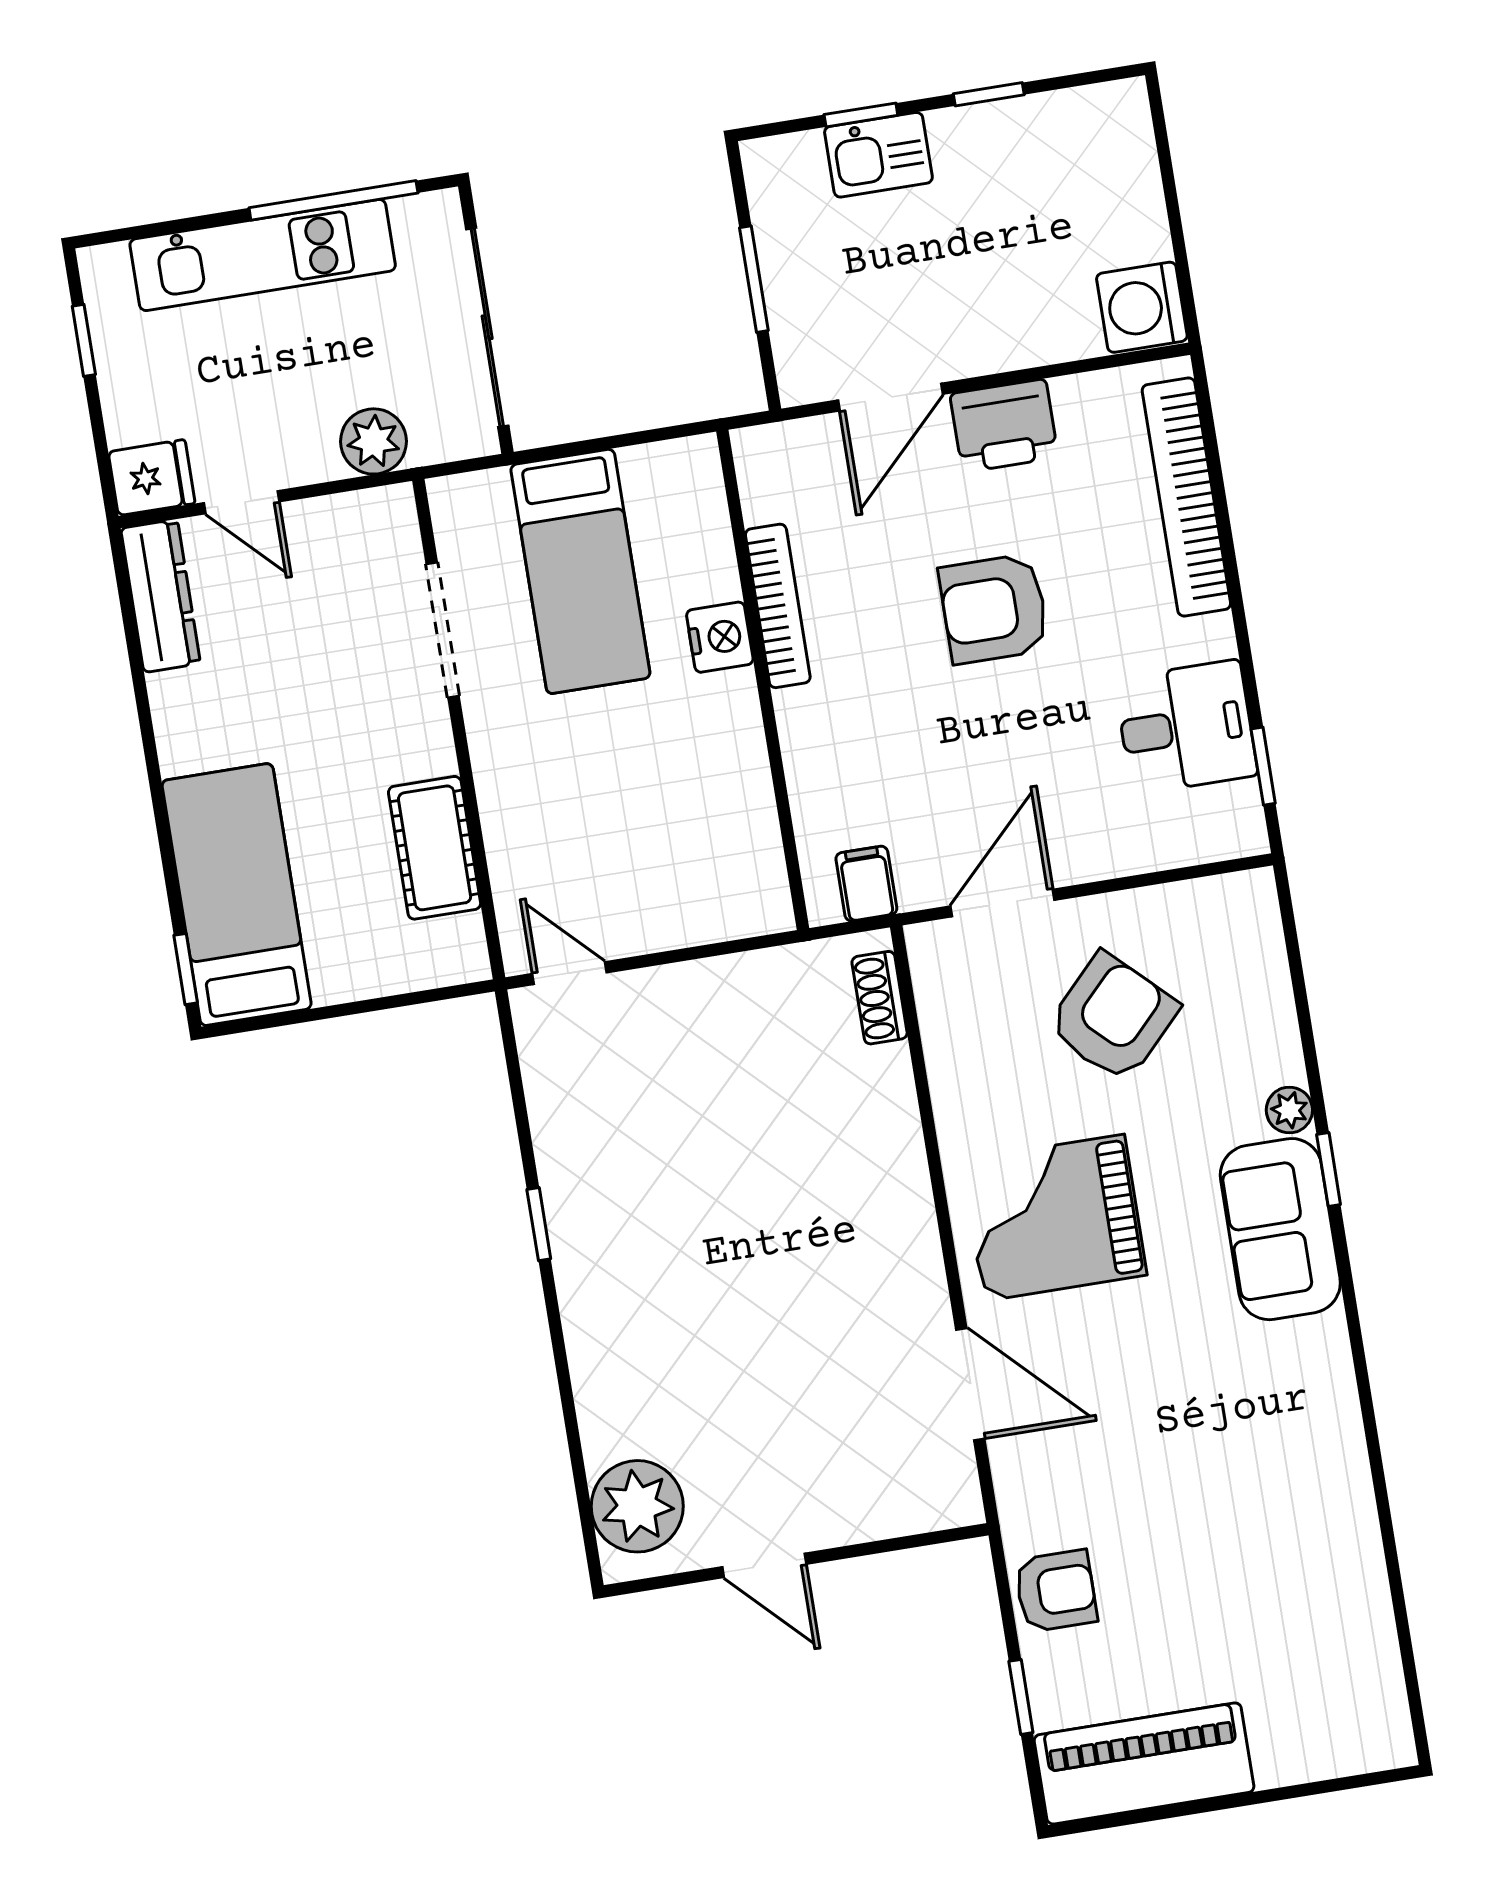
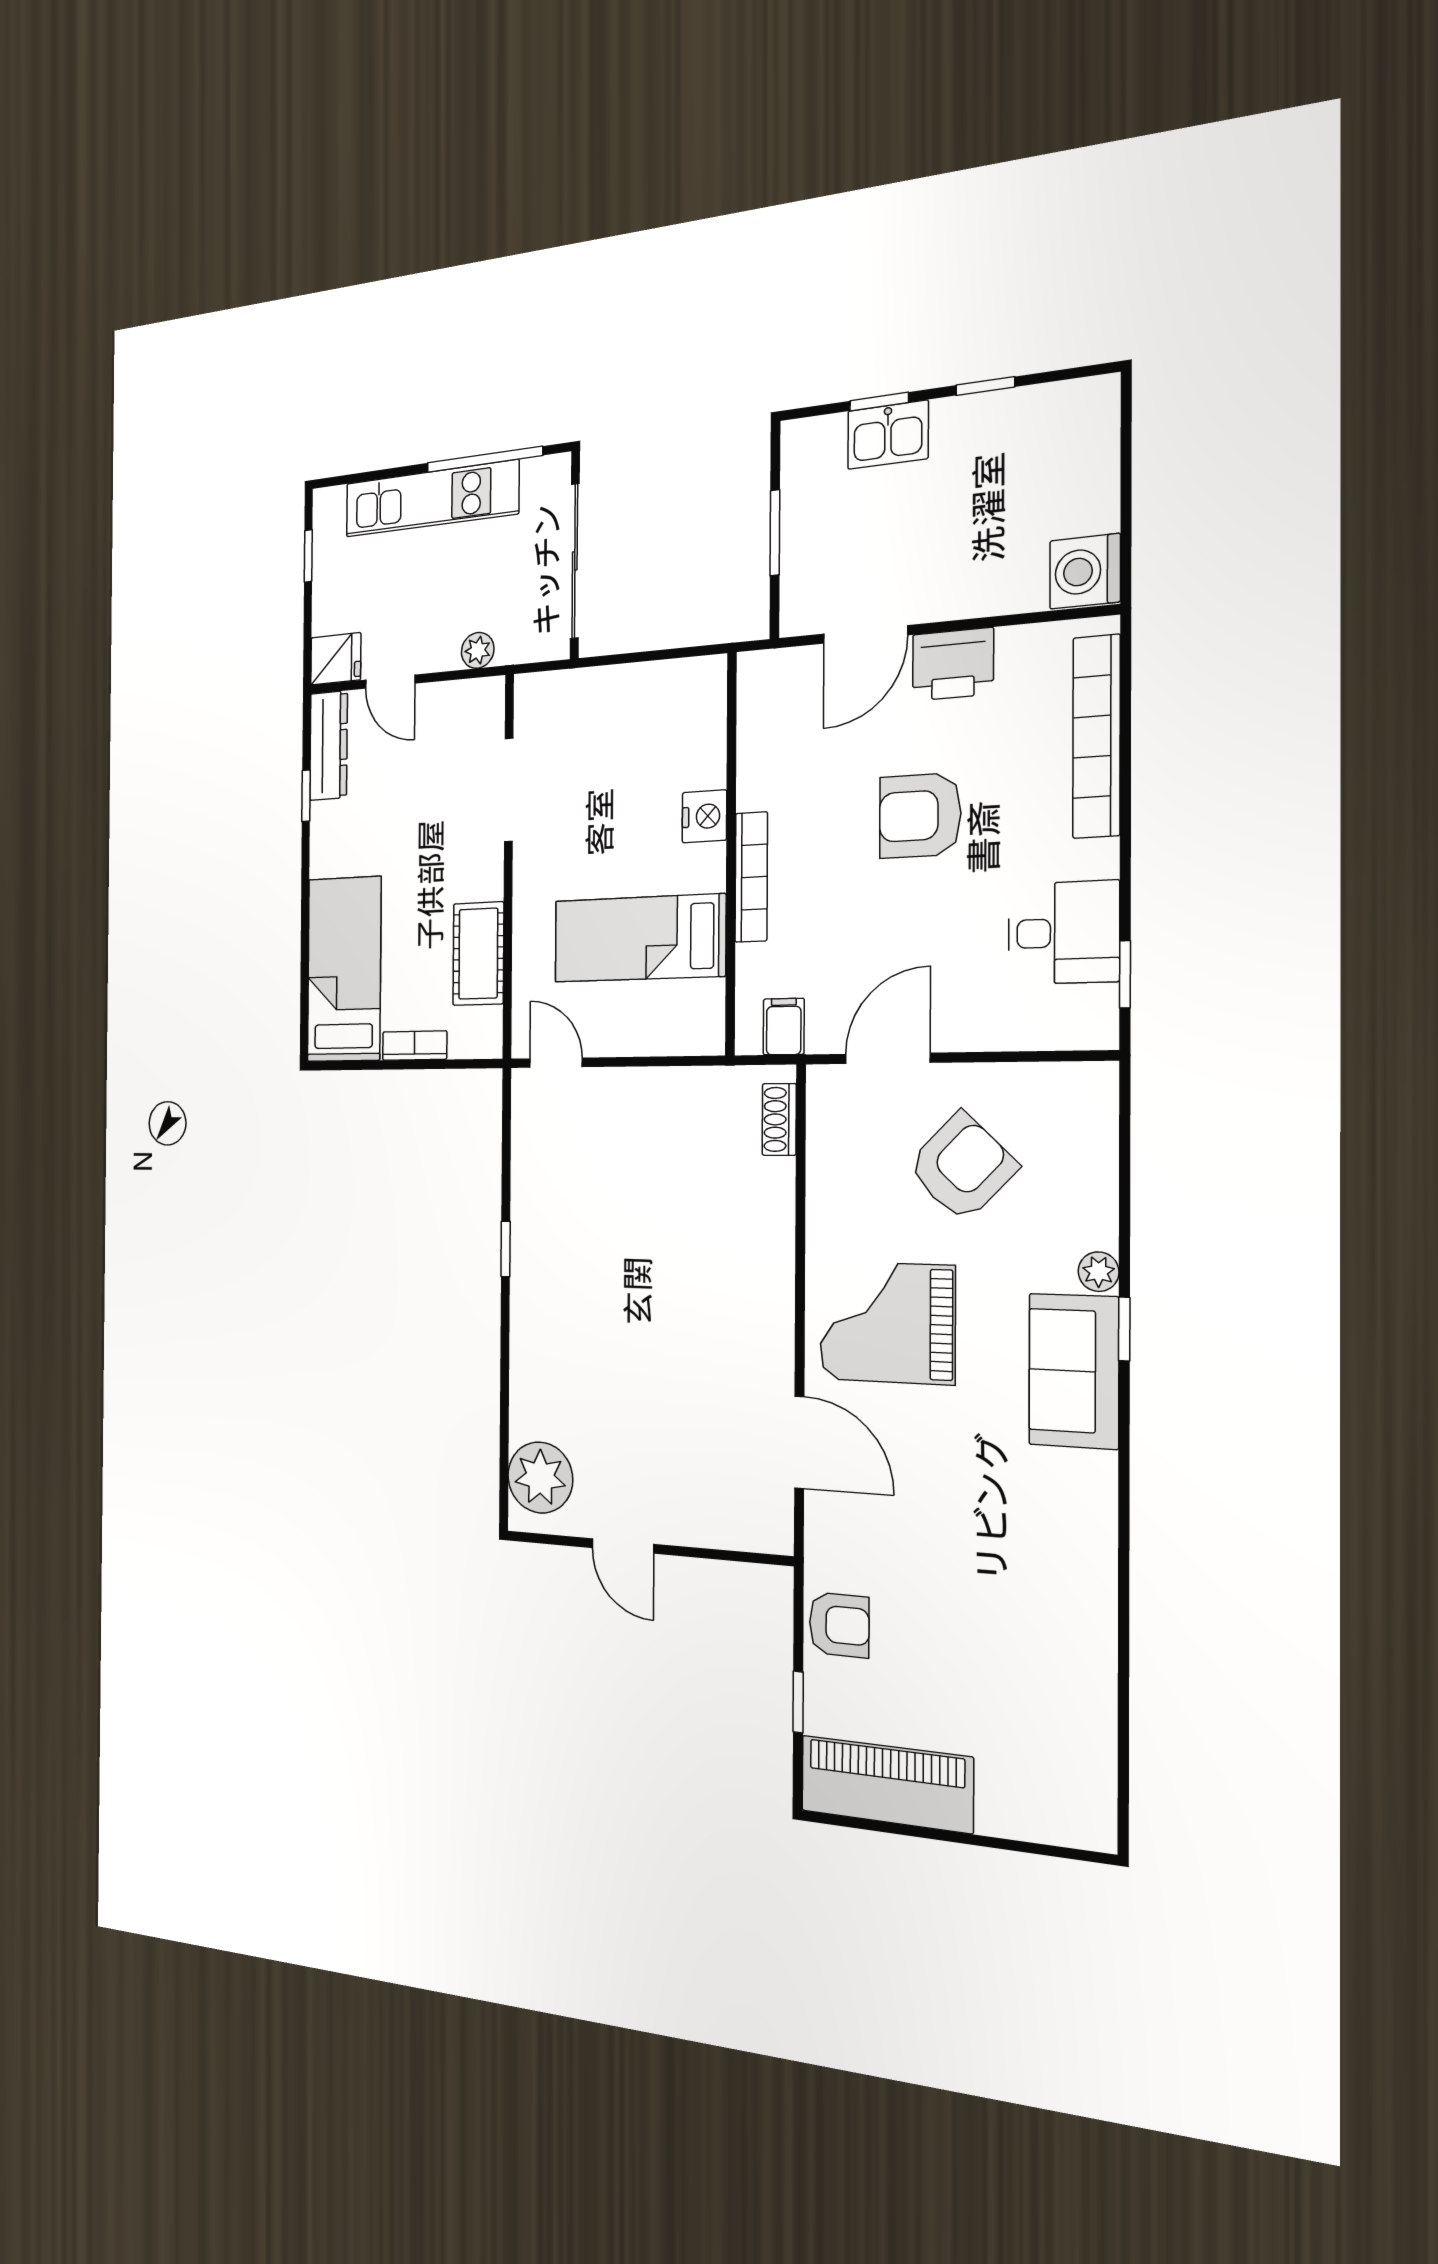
plant: (374, 441) -> (478, 650), width x0.73, depth x0.73
bed: (580, 571) -> (639, 938), moved, turned 90
bookcase: (778, 606) -> (751, 877), moved
window: (186, 969) -> (306, 796), moved
bookcase: (361, 981) -> (415, 1046), added

